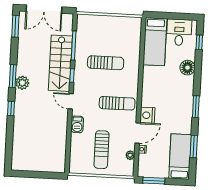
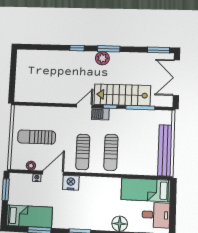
bench: (116, 22) -> (165, 150), added
sun lounger: (106, 63) -> (111, 152), moved
barbecue: (77, 124) -> (100, 114), moved
door: (138, 133) -> (53, 173), swing flipped

